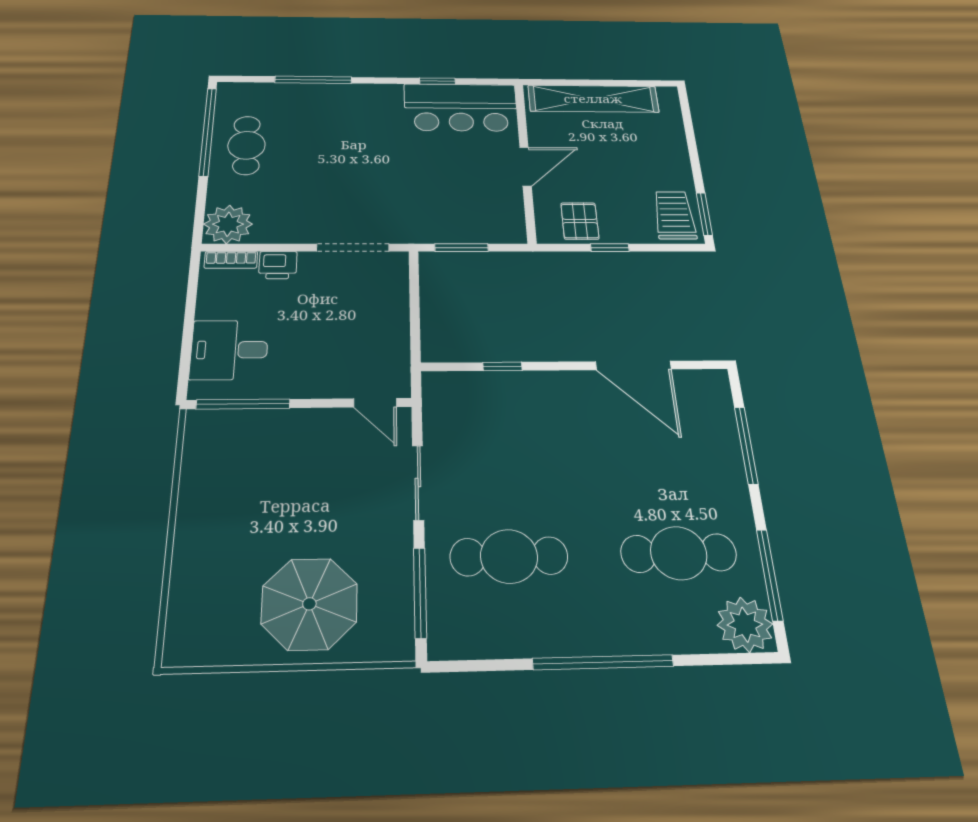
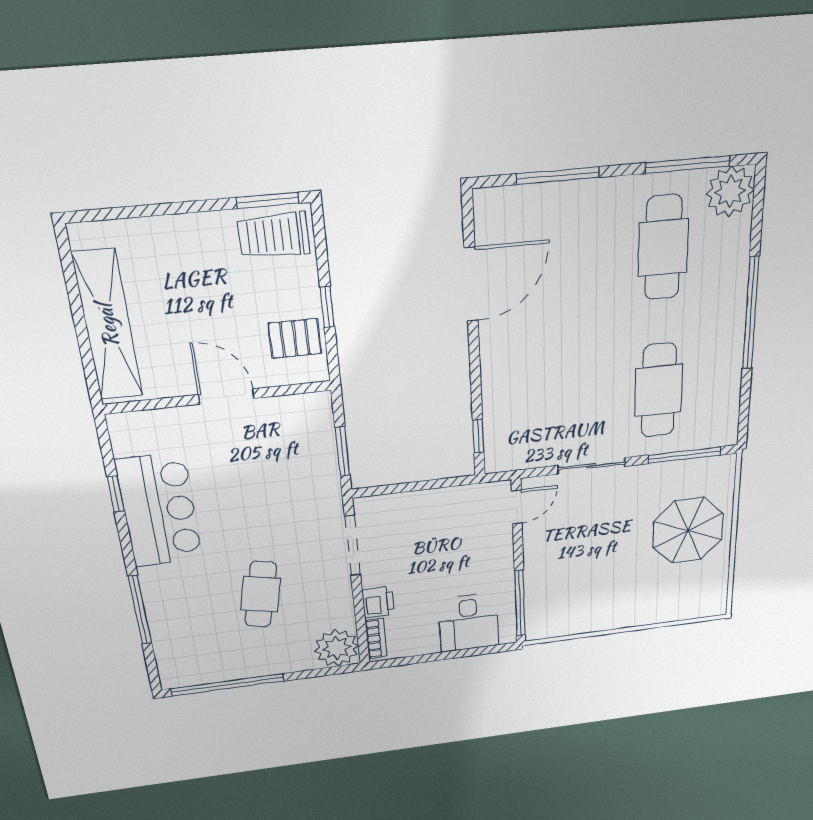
bar counter: (461, 107) -> (159, 510), moved
cafe table: (246, 145) -> (261, 594), moved, turned -76
window: (502, 366) -> (478, 436), moved

